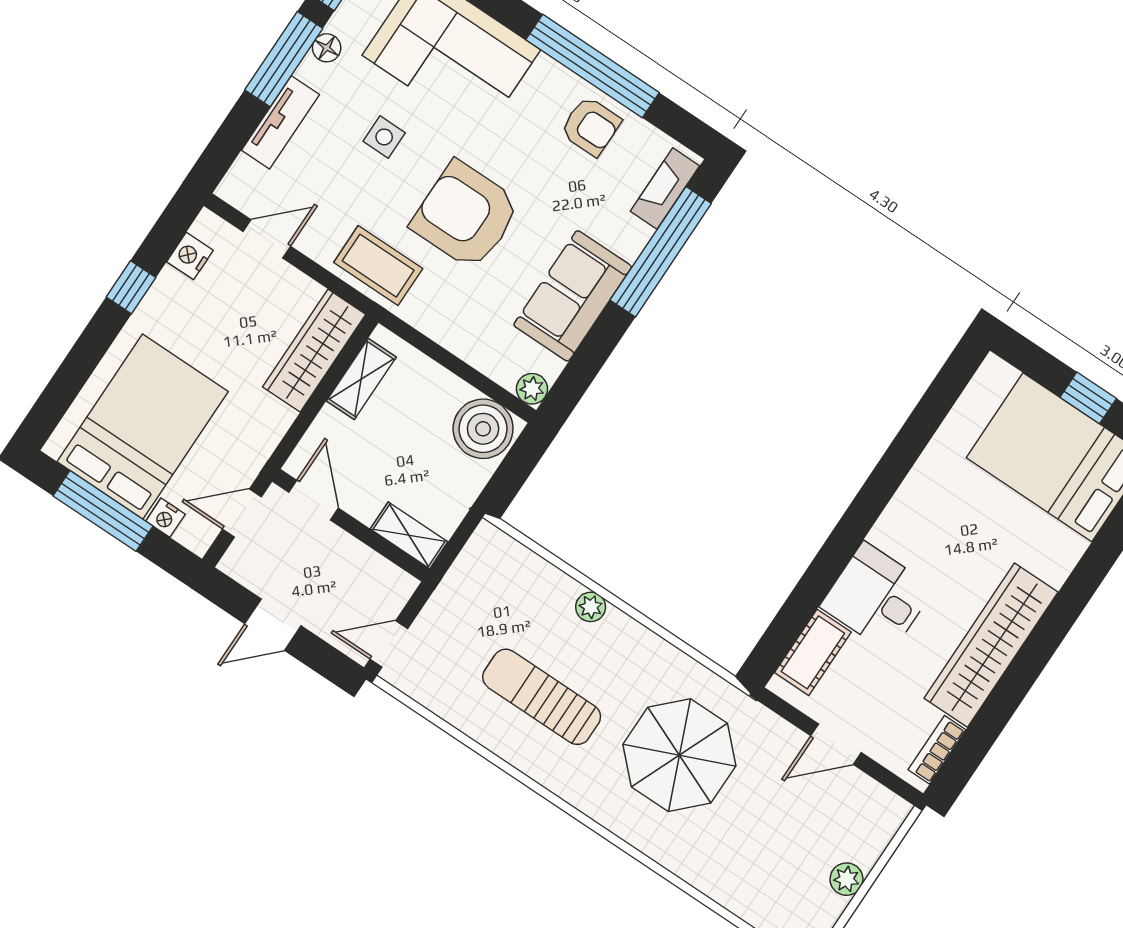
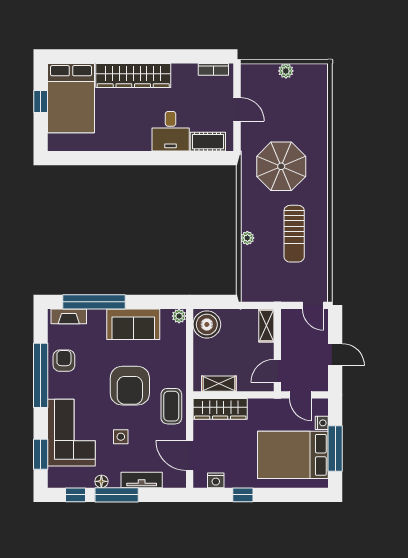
door: (267, 239) -> (190, 456), width x1.38
wardrobe: (991, 645) -> (133, 75), moved

